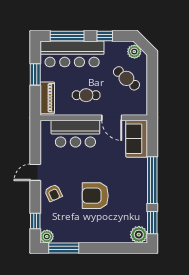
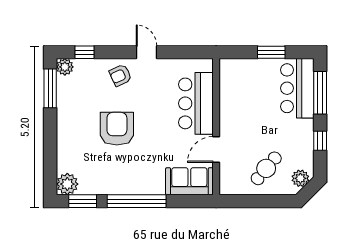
bar counter: (72, 54) -> (297, 88), width x0.73
cafe table: (86, 95) -> (245, 117), removed
piano: (47, 98) -> (241, 67), removed

